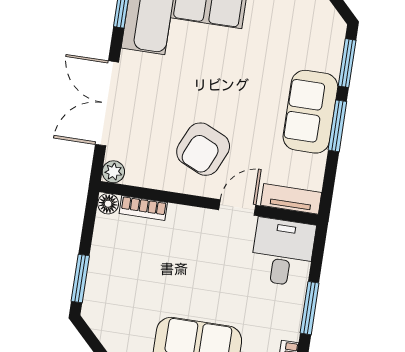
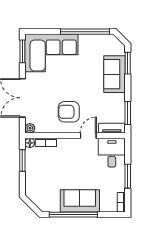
sofa: (310, 112) -> (115, 74), moved
window: (337, 126) -> (128, 113), moved
armchair: (203, 149) -> (69, 112), turned 66
window: (80, 279) -> (22, 161), moved

